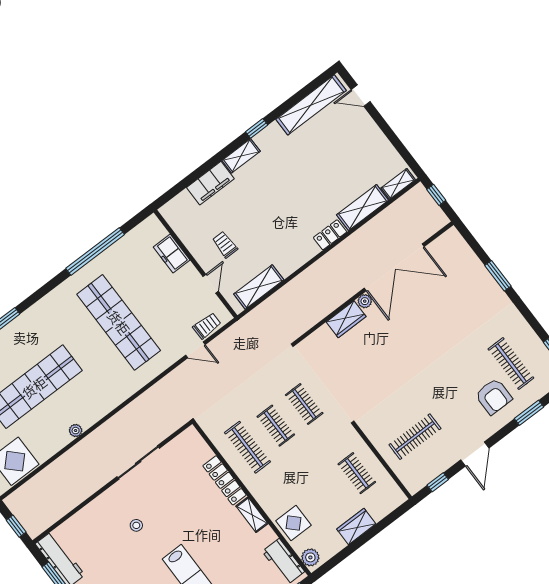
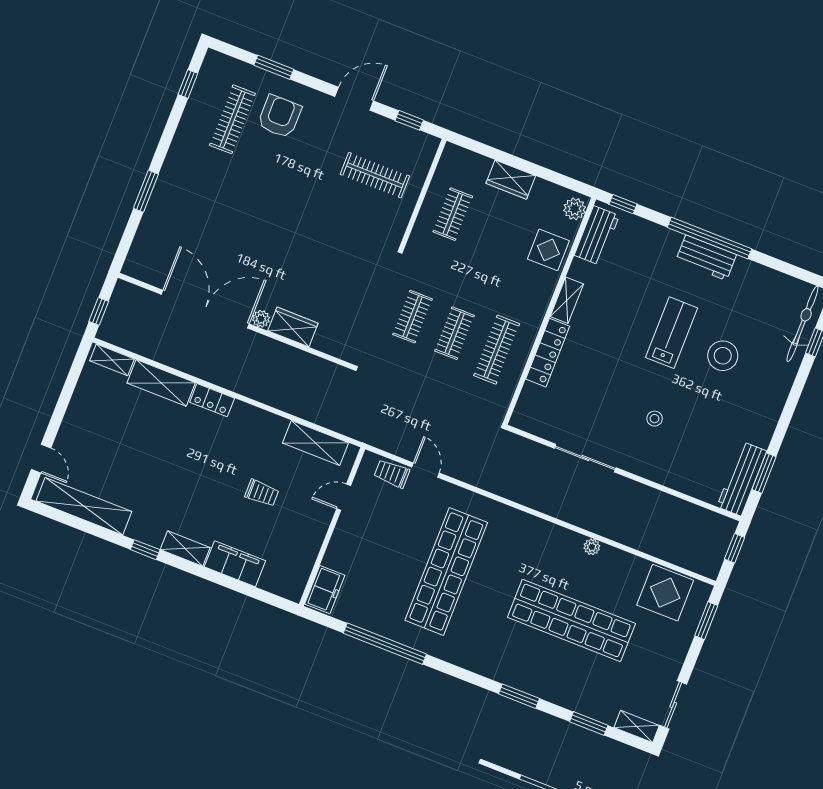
trolley: (225, 245) -> (262, 493), moved, turned -90
freezer: (172, 253) -> (325, 590), moved

